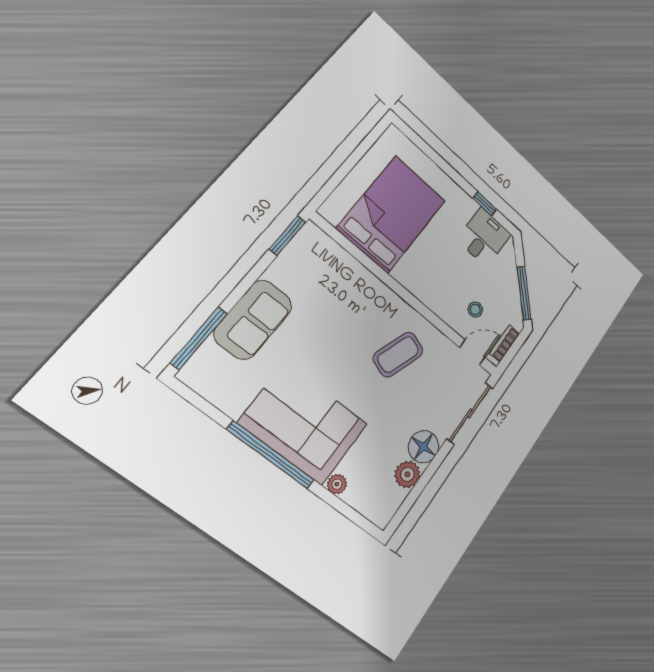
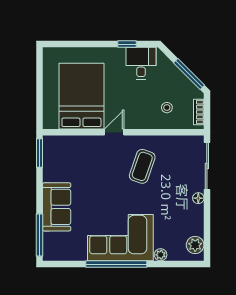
door: (472, 352) -> (114, 132), moved
floor lamp: (424, 447) -> (198, 198), width x0.53, depth x0.53
plant: (407, 474) -> (195, 245), moved

